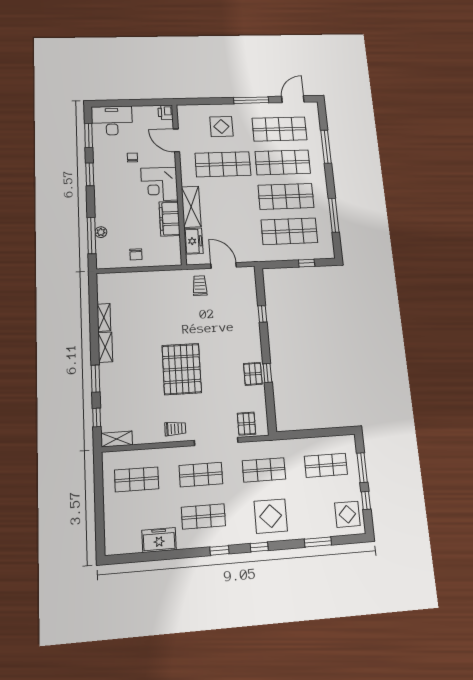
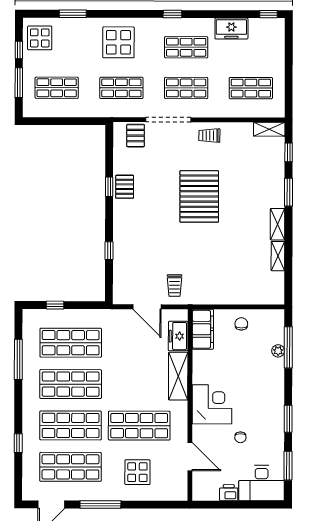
printer: (166, 112) -> (229, 493), moved, turned -90
window: (326, 147) -> (18, 443), width x0.46
filing cabinet: (170, 219) -> (203, 329), moved
window: (259, 547) -> (268, 14), moved

